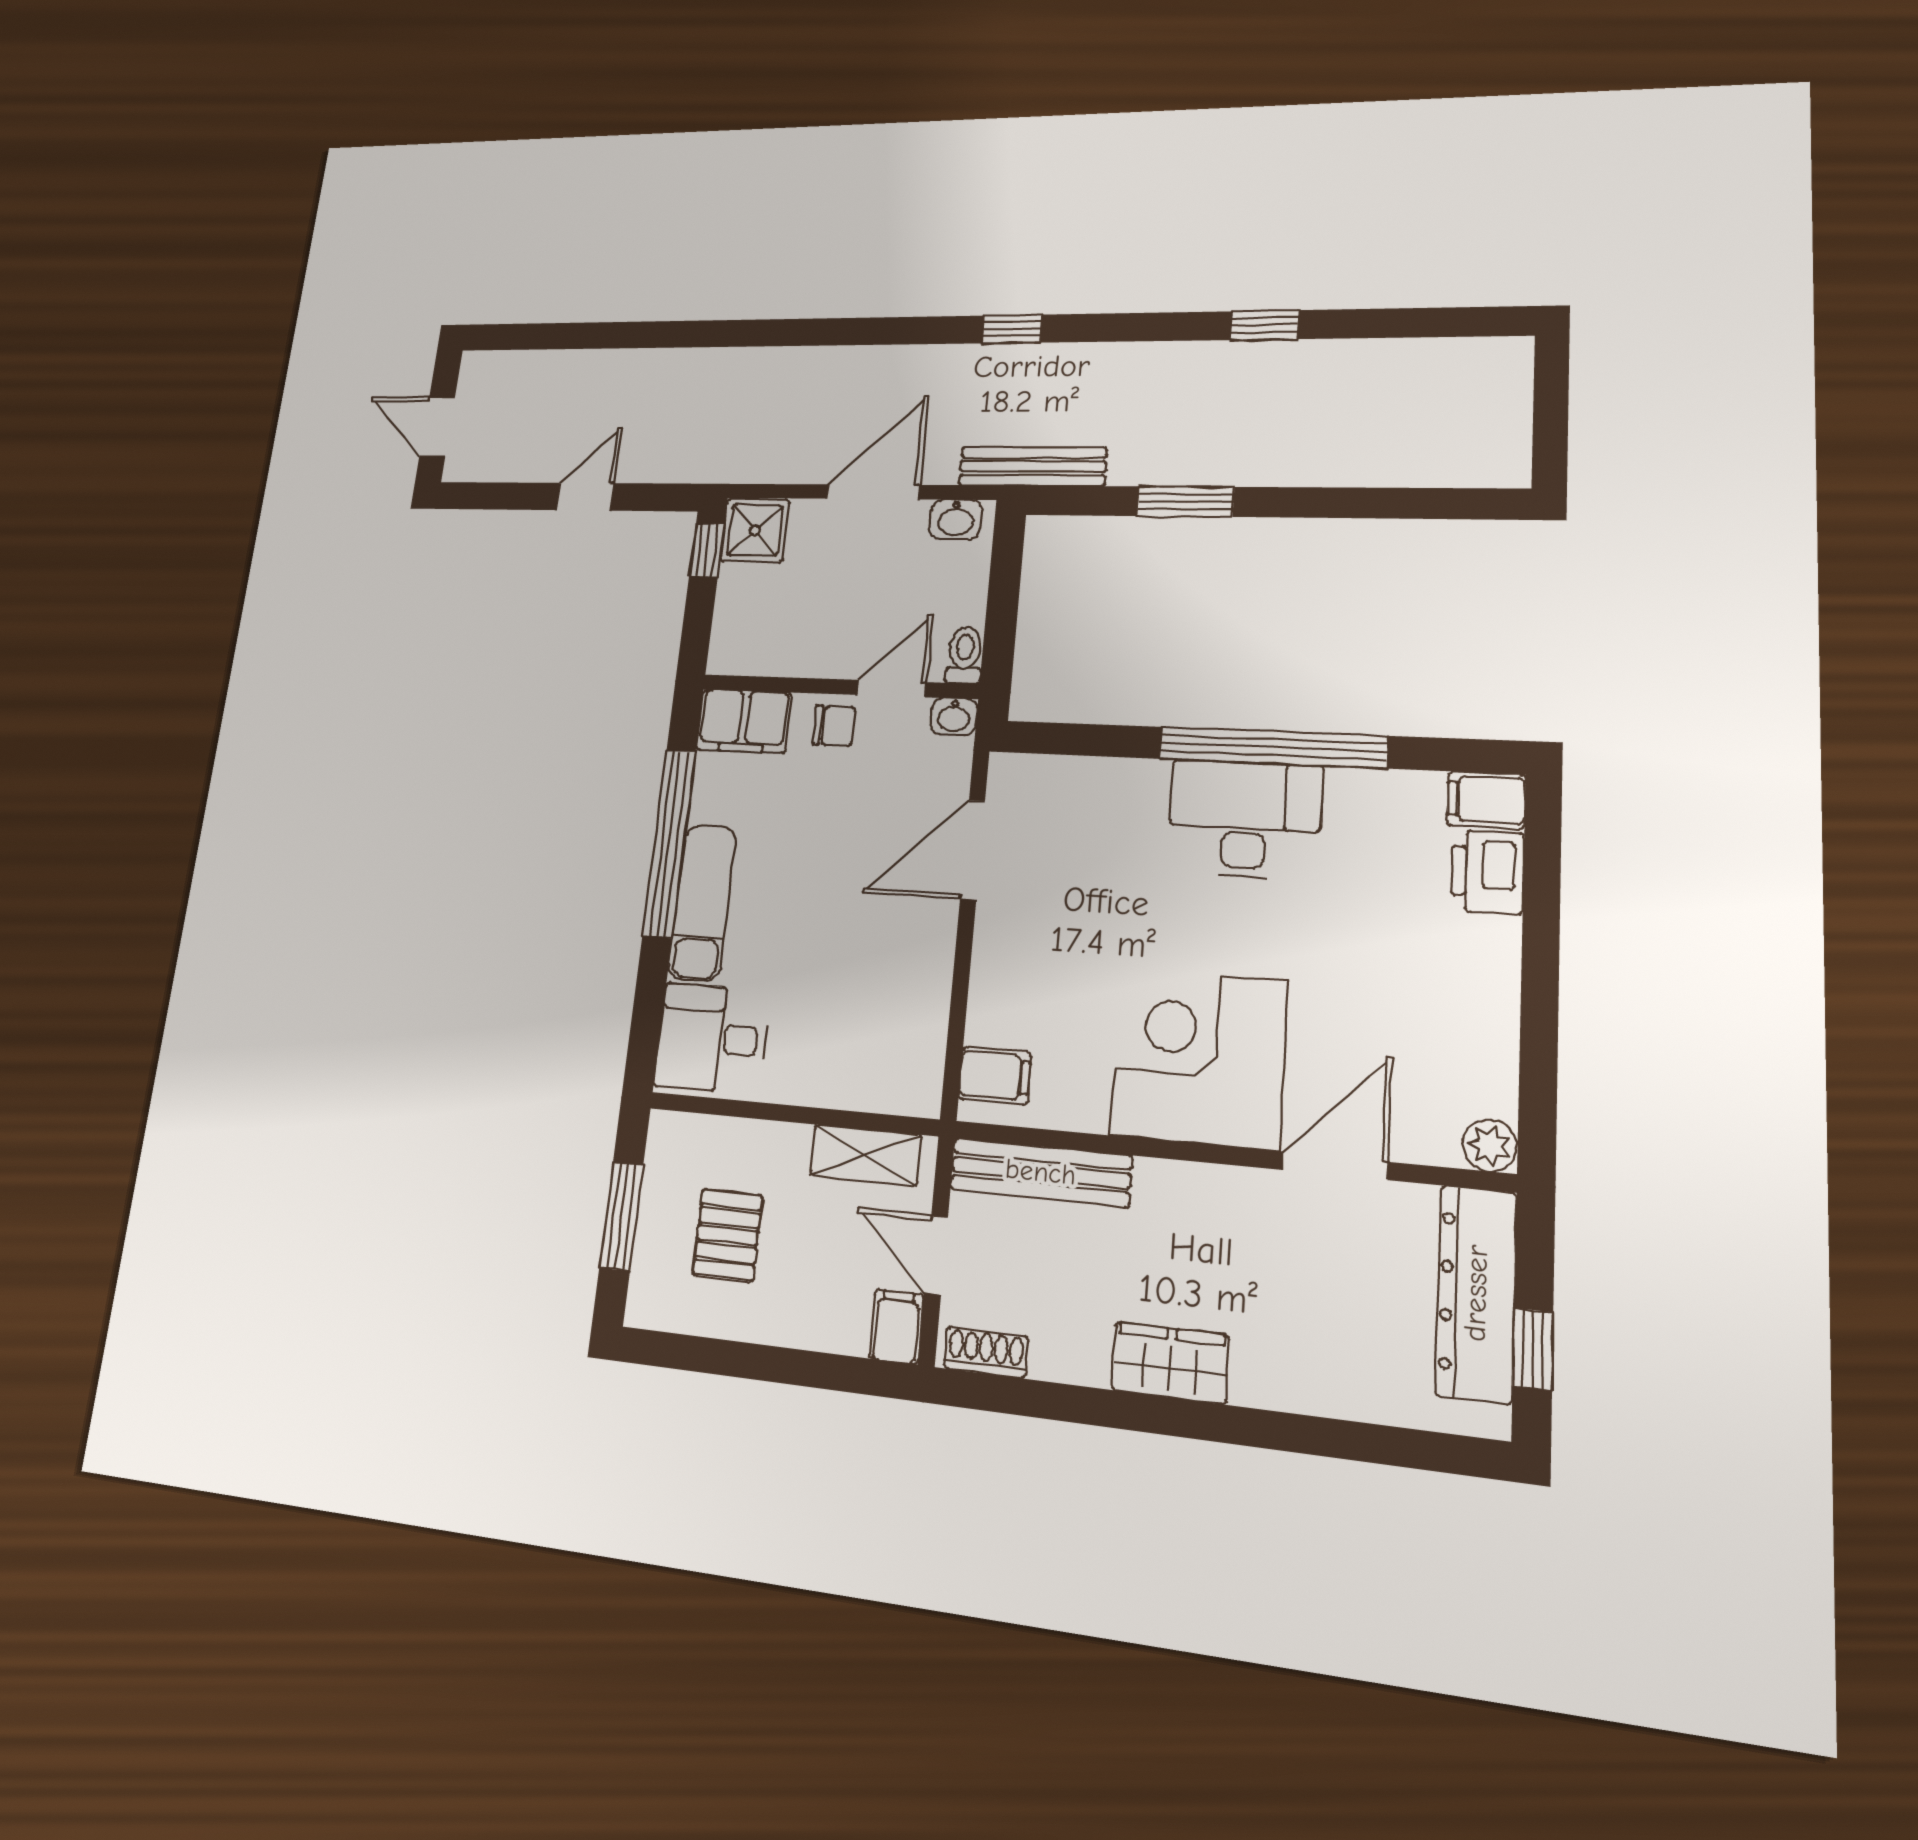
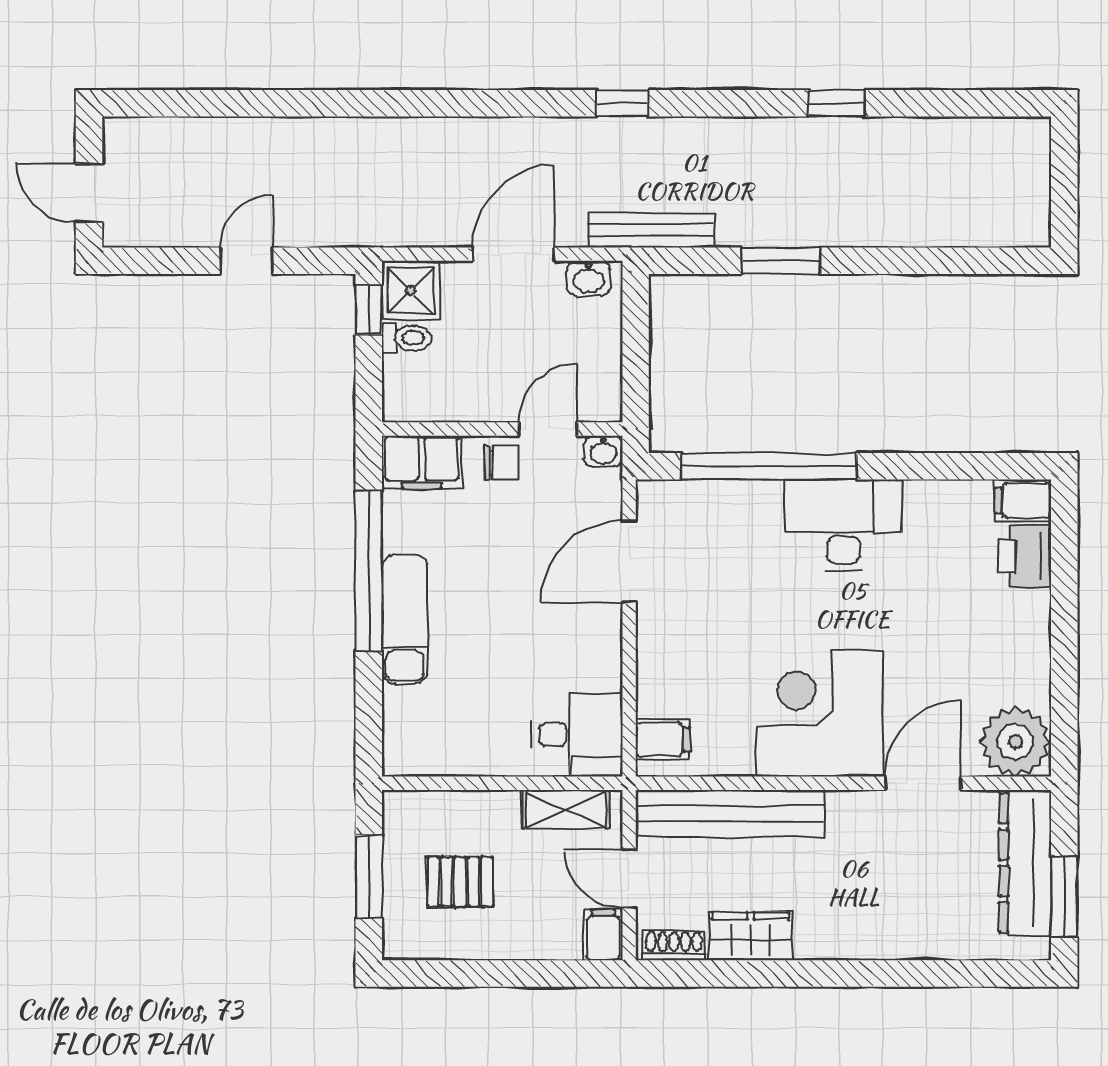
toilet: (965, 655) -> (406, 338), moved, turned 90
window: (1272, 747) -> (769, 466), moved
desk: (712, 1038) -> (577, 735), moved, turned 180
plant: (1489, 1145) -> (1015, 742), width x1.88, depth x1.88
bench: (1041, 1172) -> (730, 813), width x1.37, depth x1.21
pallet: (728, 1235) -> (460, 882), turned 90
window: (1533, 1349) -> (1064, 897), width x1.50
wardrobe: (1170, 1363) -> (751, 936), moved

